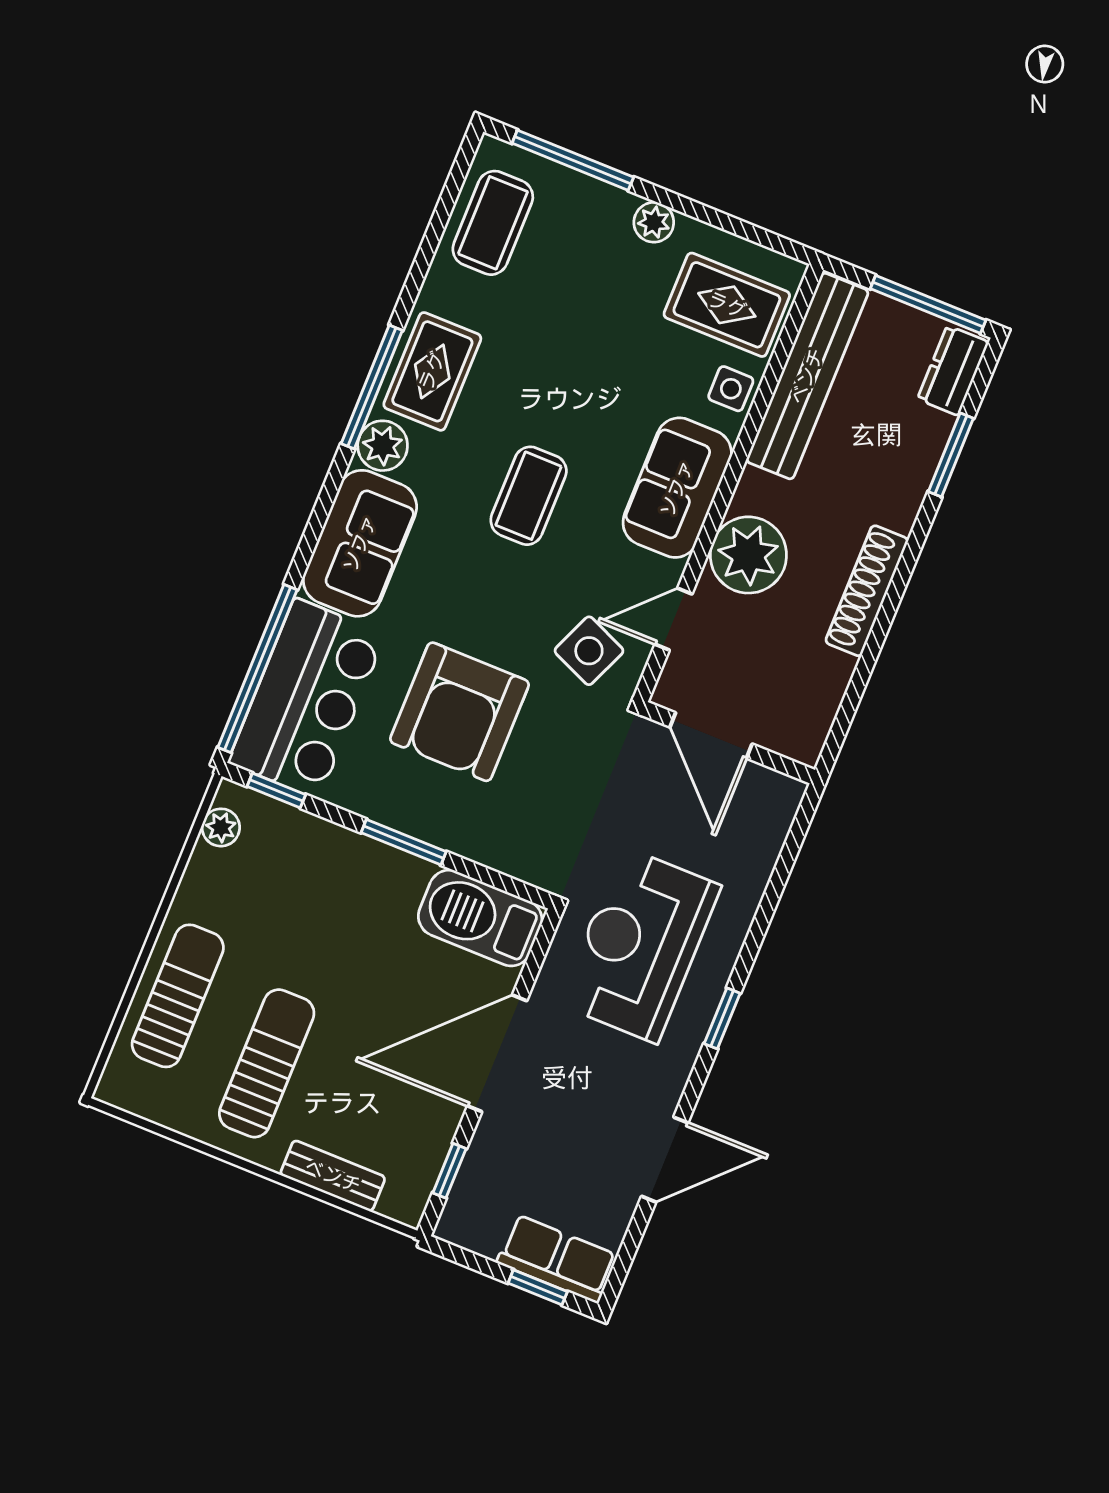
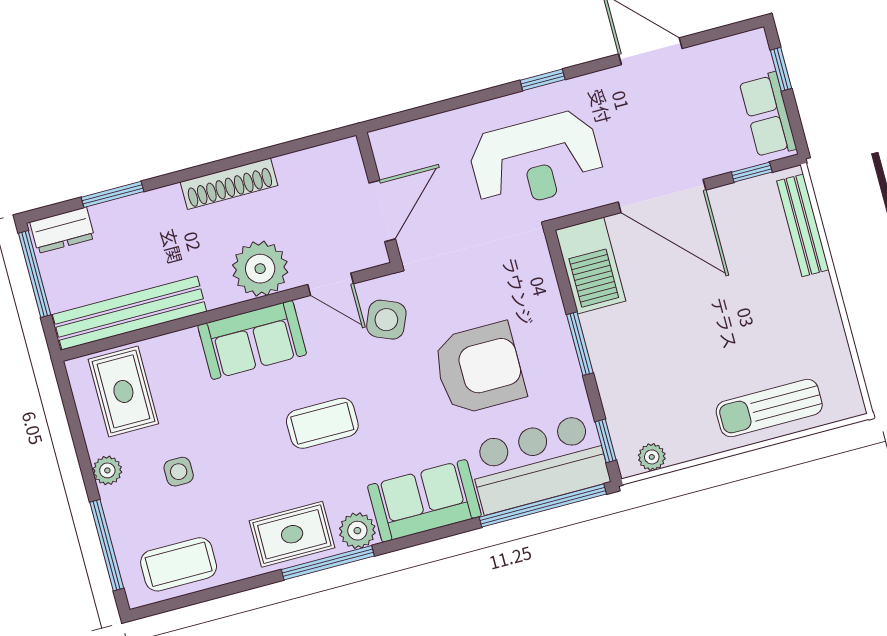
side table: (731, 389) -> (179, 472), moved
sun lounger: (267, 1063) -> (769, 326), removed
bench: (333, 1176) -> (803, 225), width x1.36
row of seats: (557, 1259) -> (768, 115), moved

